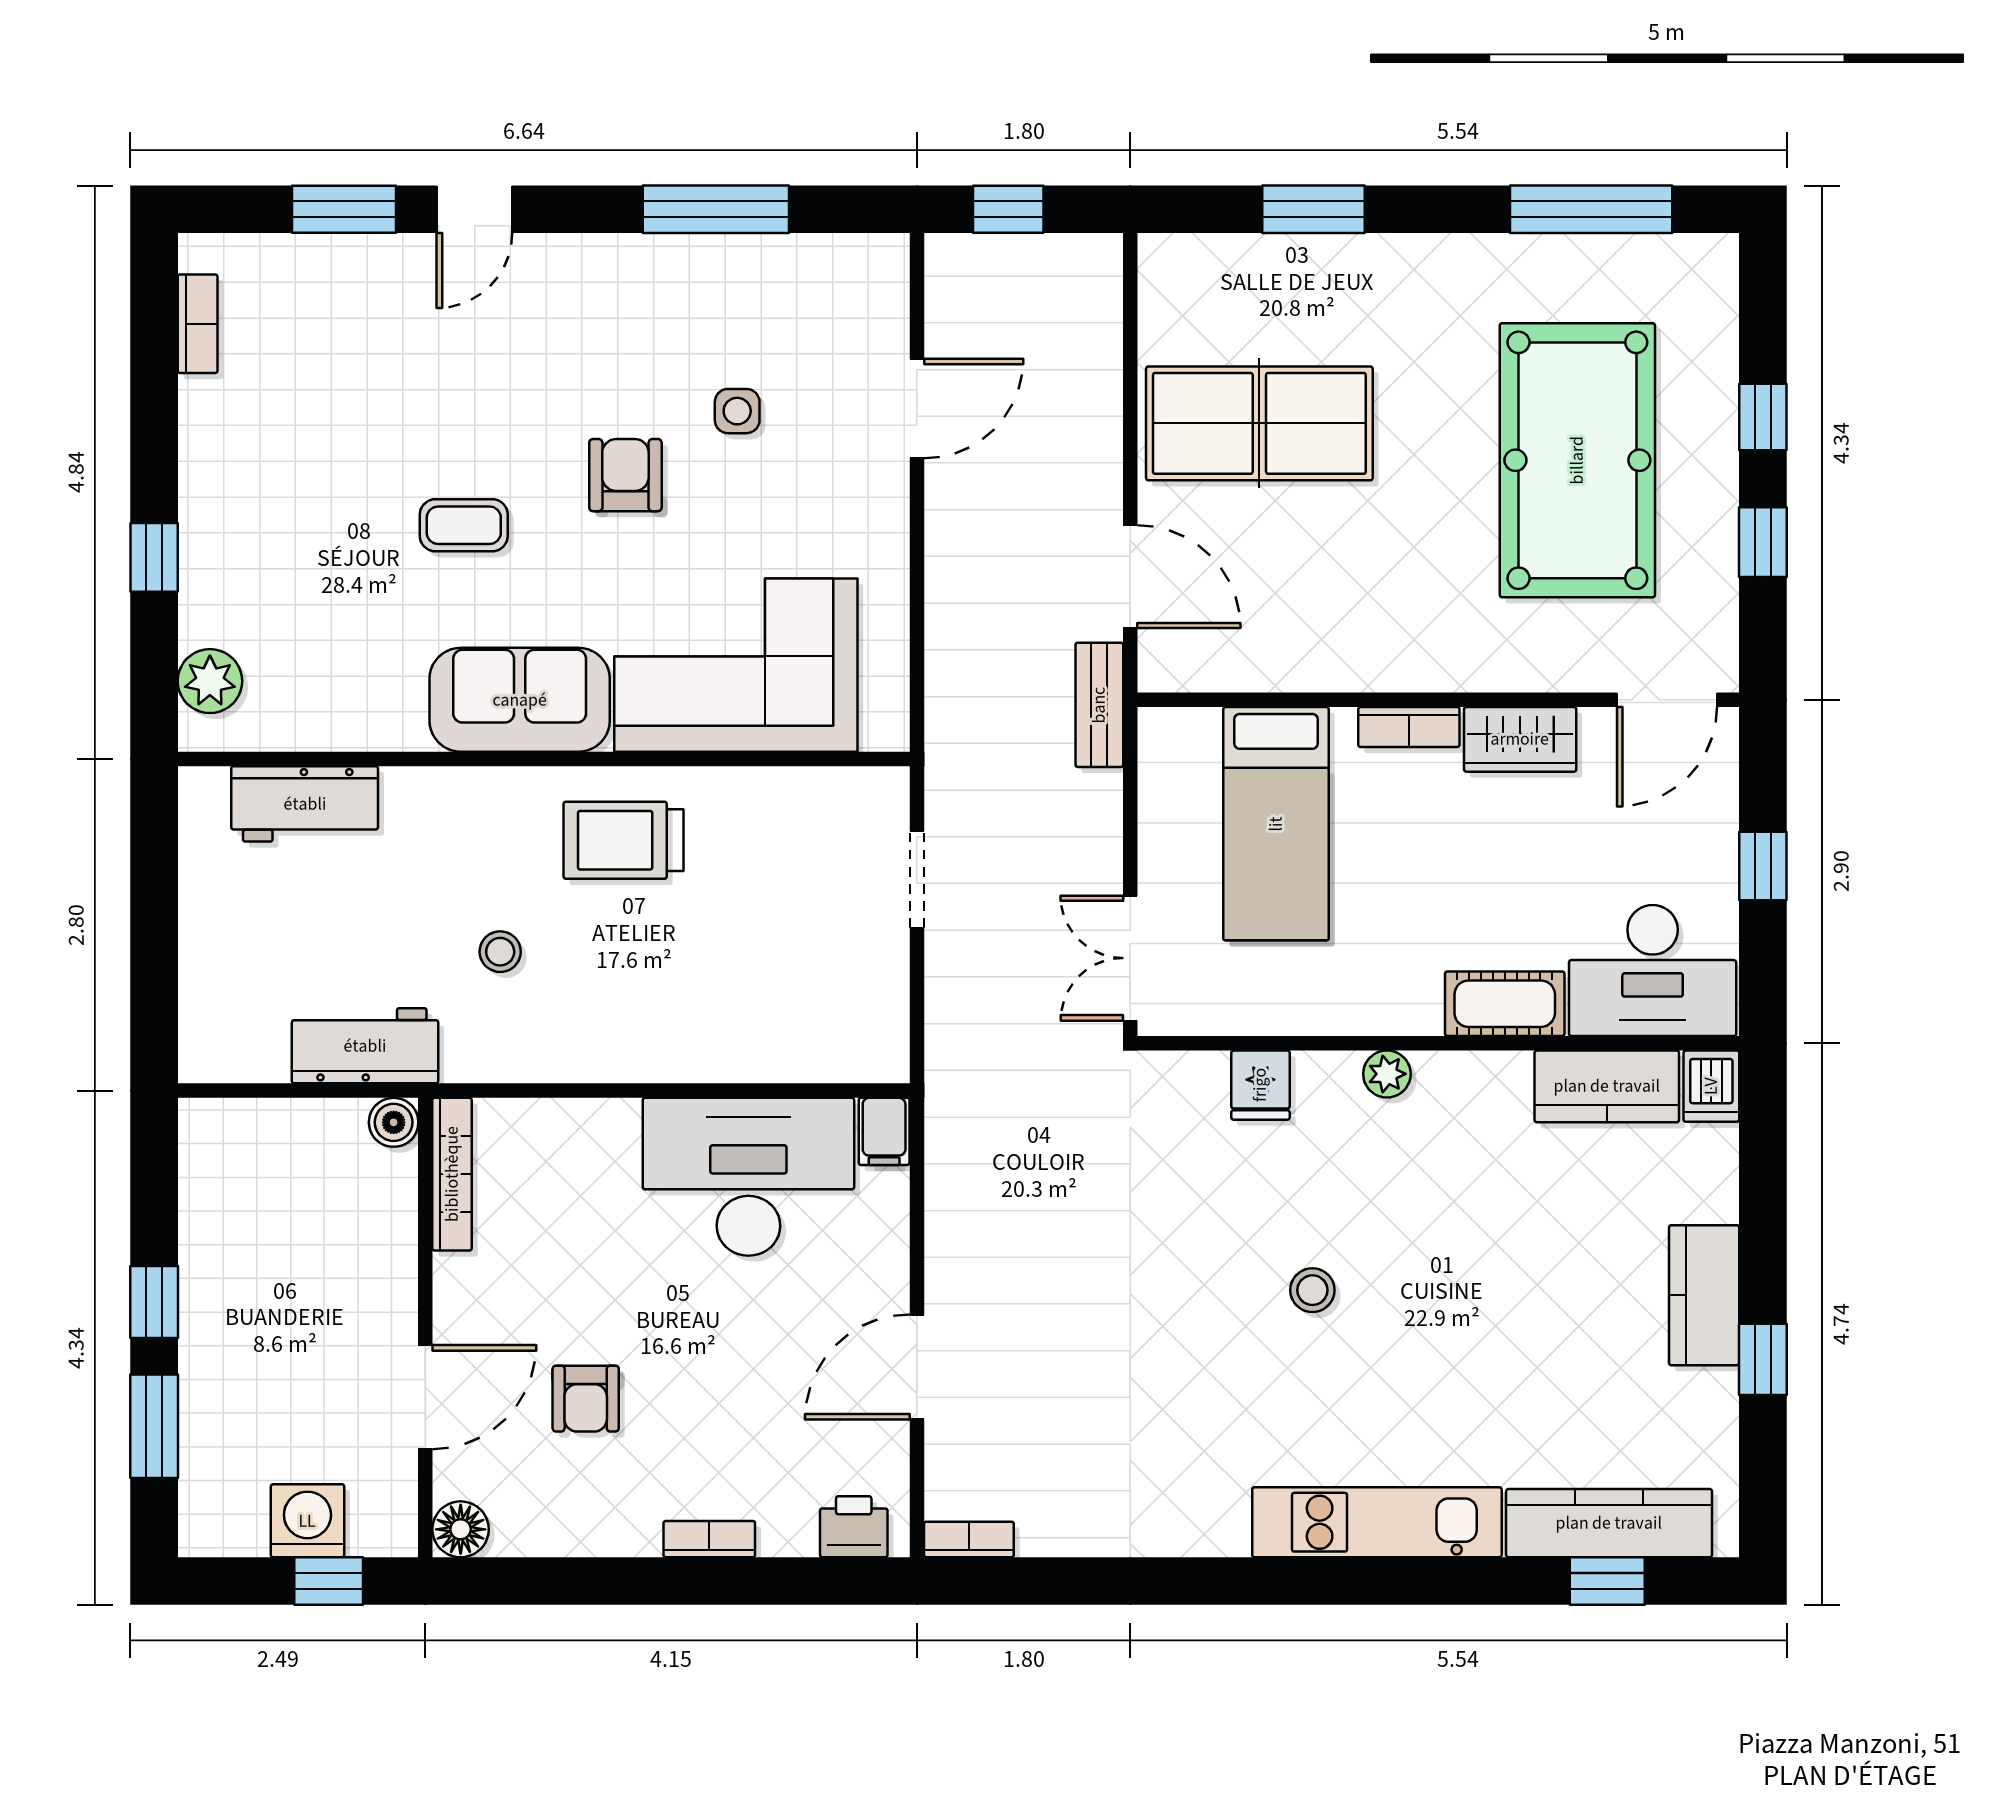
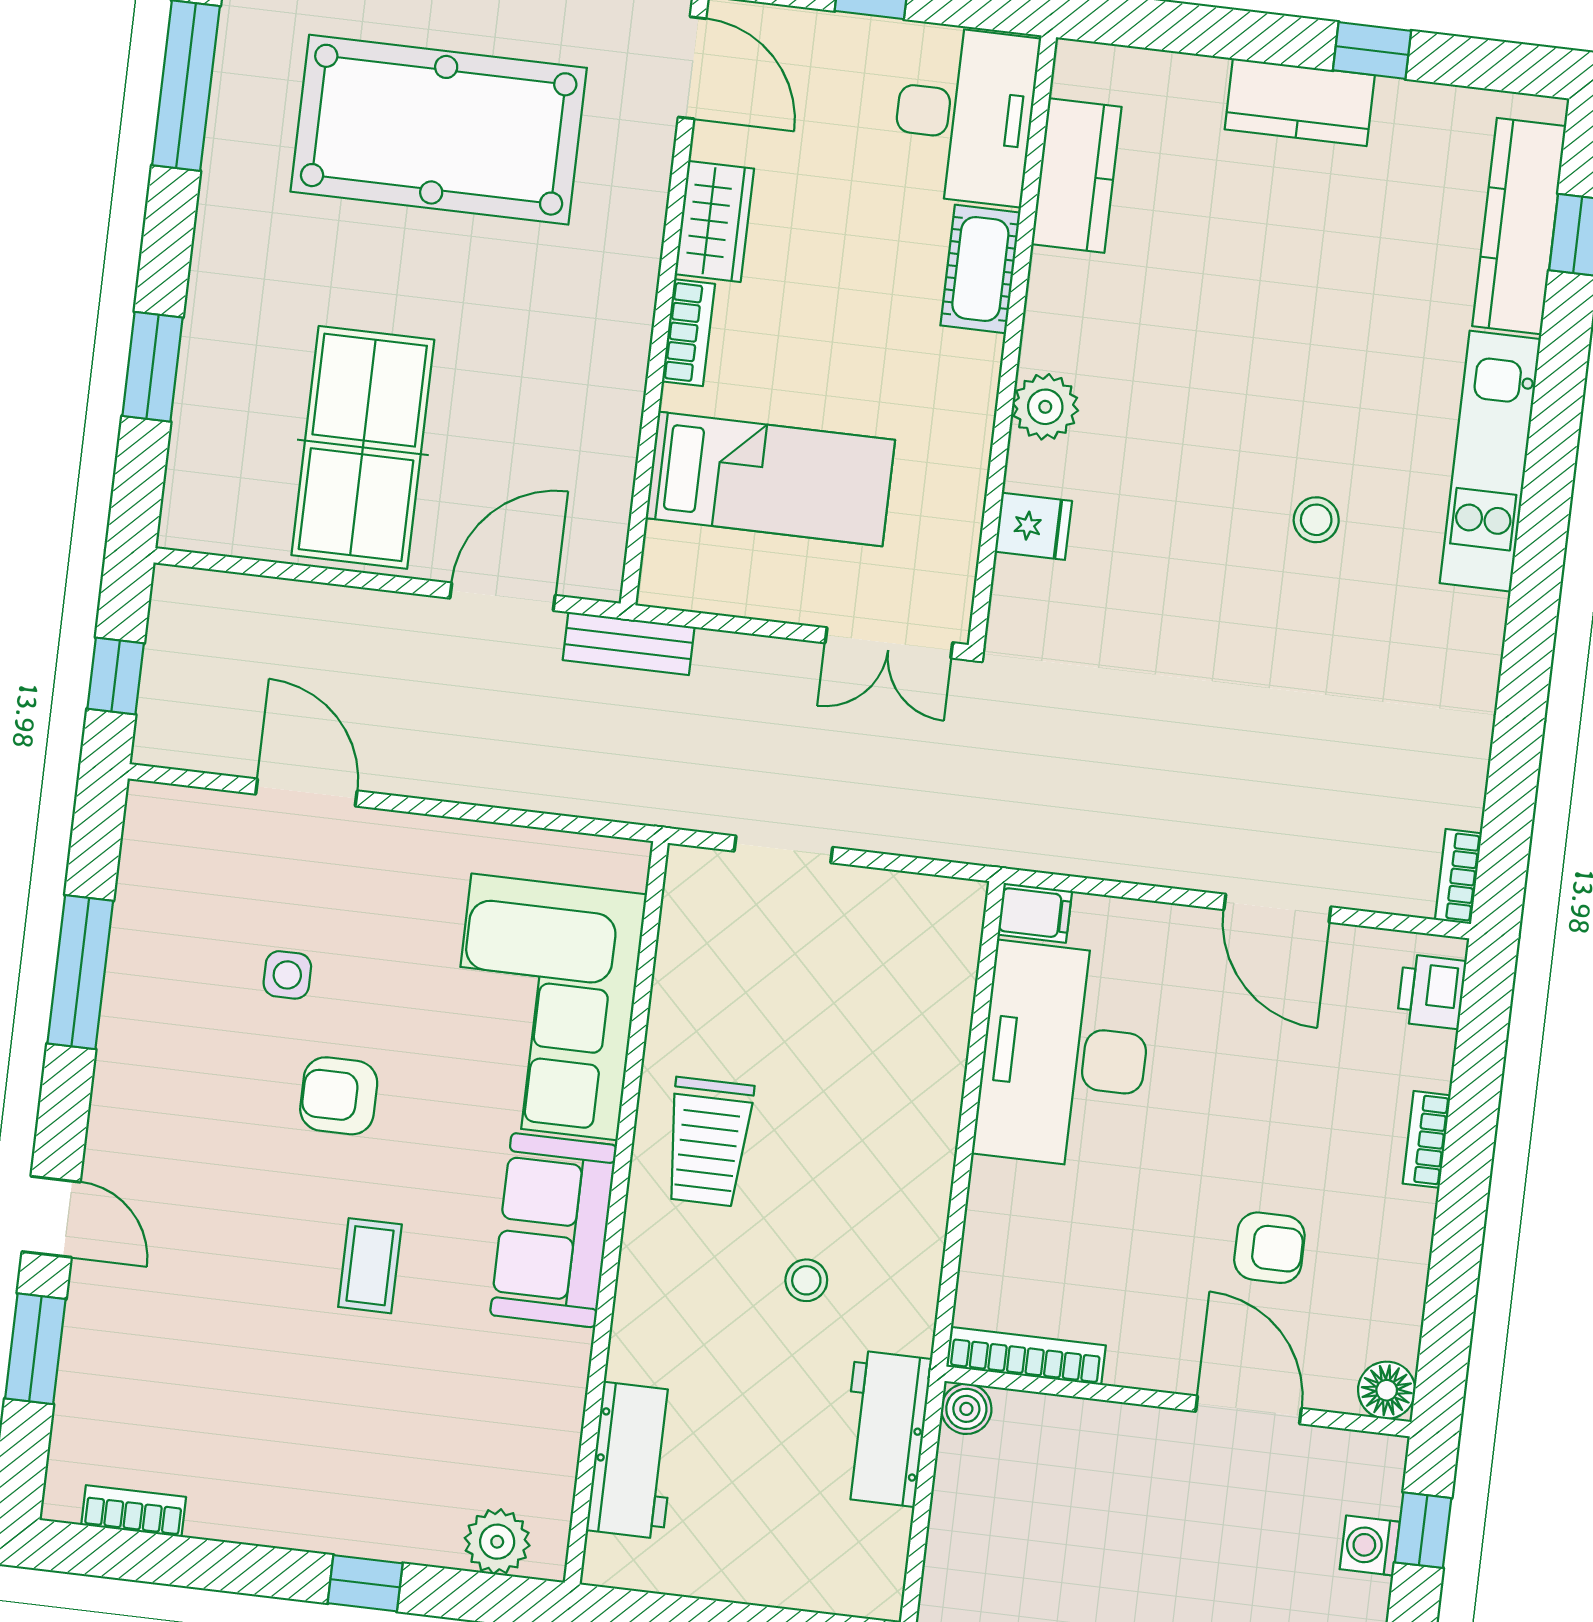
plant: (1387, 1074) -> (1045, 407), width x1.38, depth x1.38
dishwasher: (1711, 1086) -> (1089, 70), removed
stool: (1312, 1290) -> (1316, 520), moved
washing machine: (307, 1521) -> (1370, 1545), width x0.73, depth x0.73

